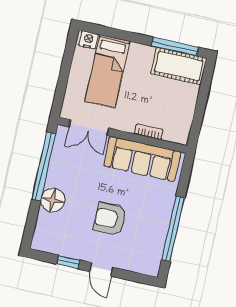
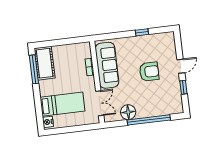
window: (44, 166) -> (149, 120), moved
floor lamp: (53, 200) -> (128, 112), moved
armchair: (110, 219) -> (149, 72), turned -90
window: (173, 229) -> (142, 32), width x0.32

